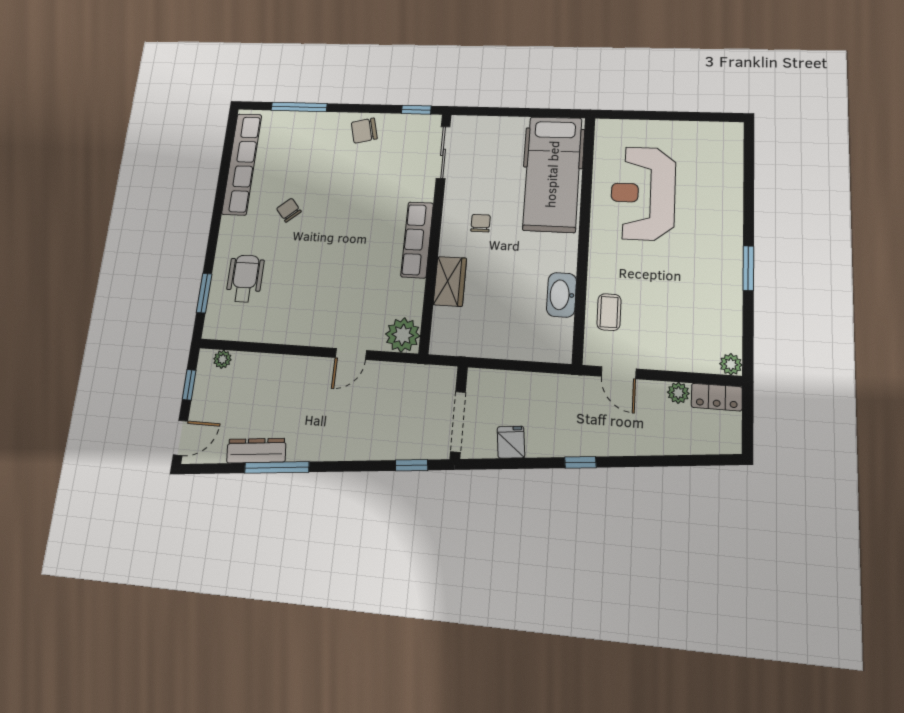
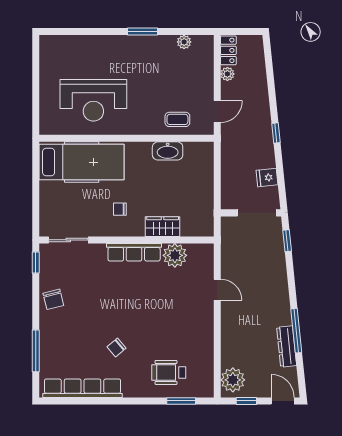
plant: (403, 335) -> (175, 255), moved
plant: (222, 359) -> (233, 380), width x1.88, depth x1.88
plant: (731, 364) -> (184, 42), moved

